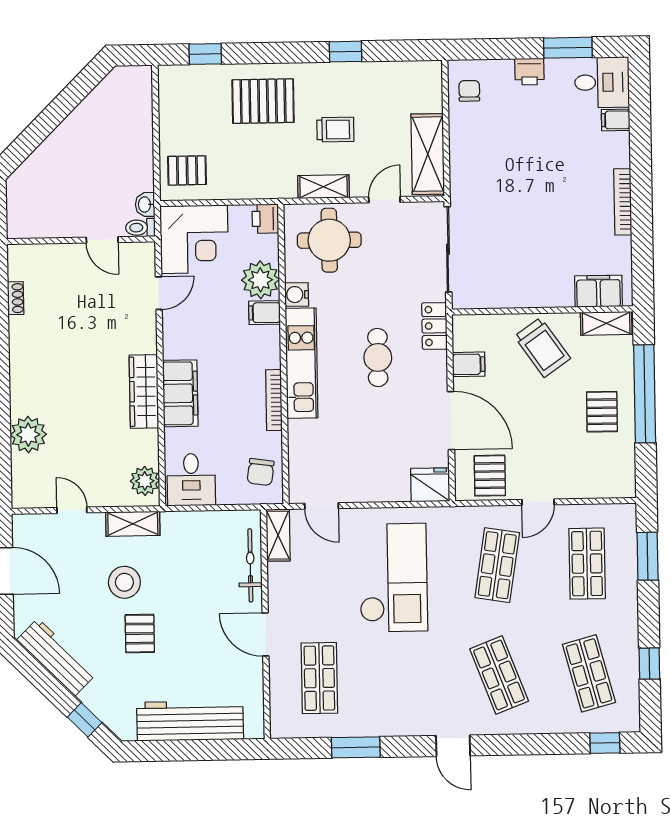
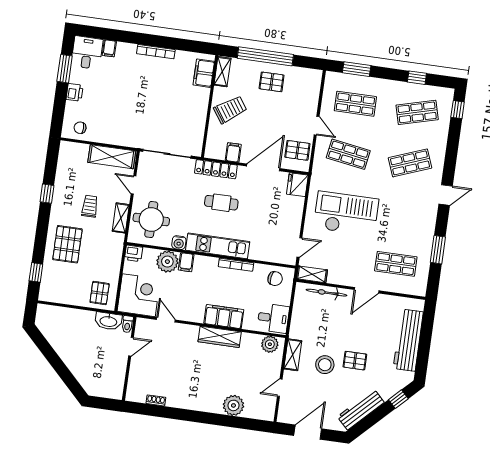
washbasin: (145, 205) -> (108, 321), width x1.91, depth x1.45
locker: (434, 326) -> (216, 169), width x1.53

